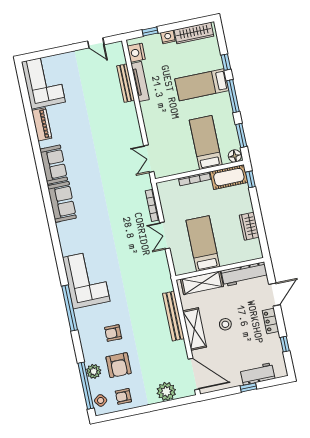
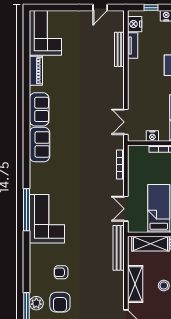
door: (96, 43) -> (100, 8), hinge flipped
tv unit: (140, 82) -> (133, 46), width x0.71
nightstand: (180, 168) -> (152, 136), added
double door: (165, 235) -> (126, 209), moved
window: (70, 308) -> (27, 210), moved
bench: (173, 316) -> (119, 248), moved

